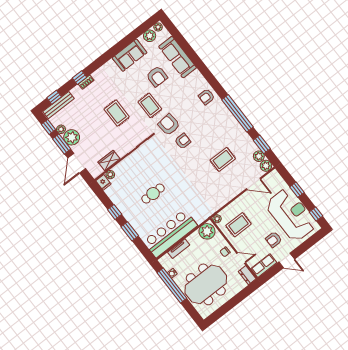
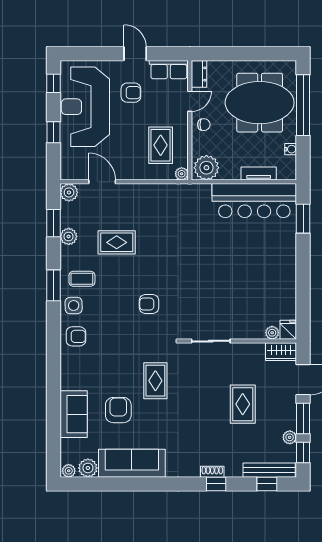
sofa: (130, 55) -> (132, 463), width x1.36
sofa: (178, 57) -> (74, 414), width x0.73
side table: (220, 111) -> (74, 306), added
rug: (117, 113) -> (243, 404), moved
window: (238, 113) -> (53, 285), width x0.47
armchair: (169, 125) -> (150, 338), removed
coffee table: (226, 128) -> (82, 279), added
plant: (72, 137) -> (284, 417), removed
plant: (259, 156) -> (69, 236), moved
wardrobe: (109, 160) -> (281, 352), moved
cafe table: (153, 194) -> (237, 267), removed
window: (115, 212) -> (303, 282), removed
rug: (239, 225) -> (161, 145), turned 90
window: (130, 231) -> (303, 219), moved
door: (241, 258) -> (190, 101), swing flipped
window: (172, 285) -> (303, 105), moved

